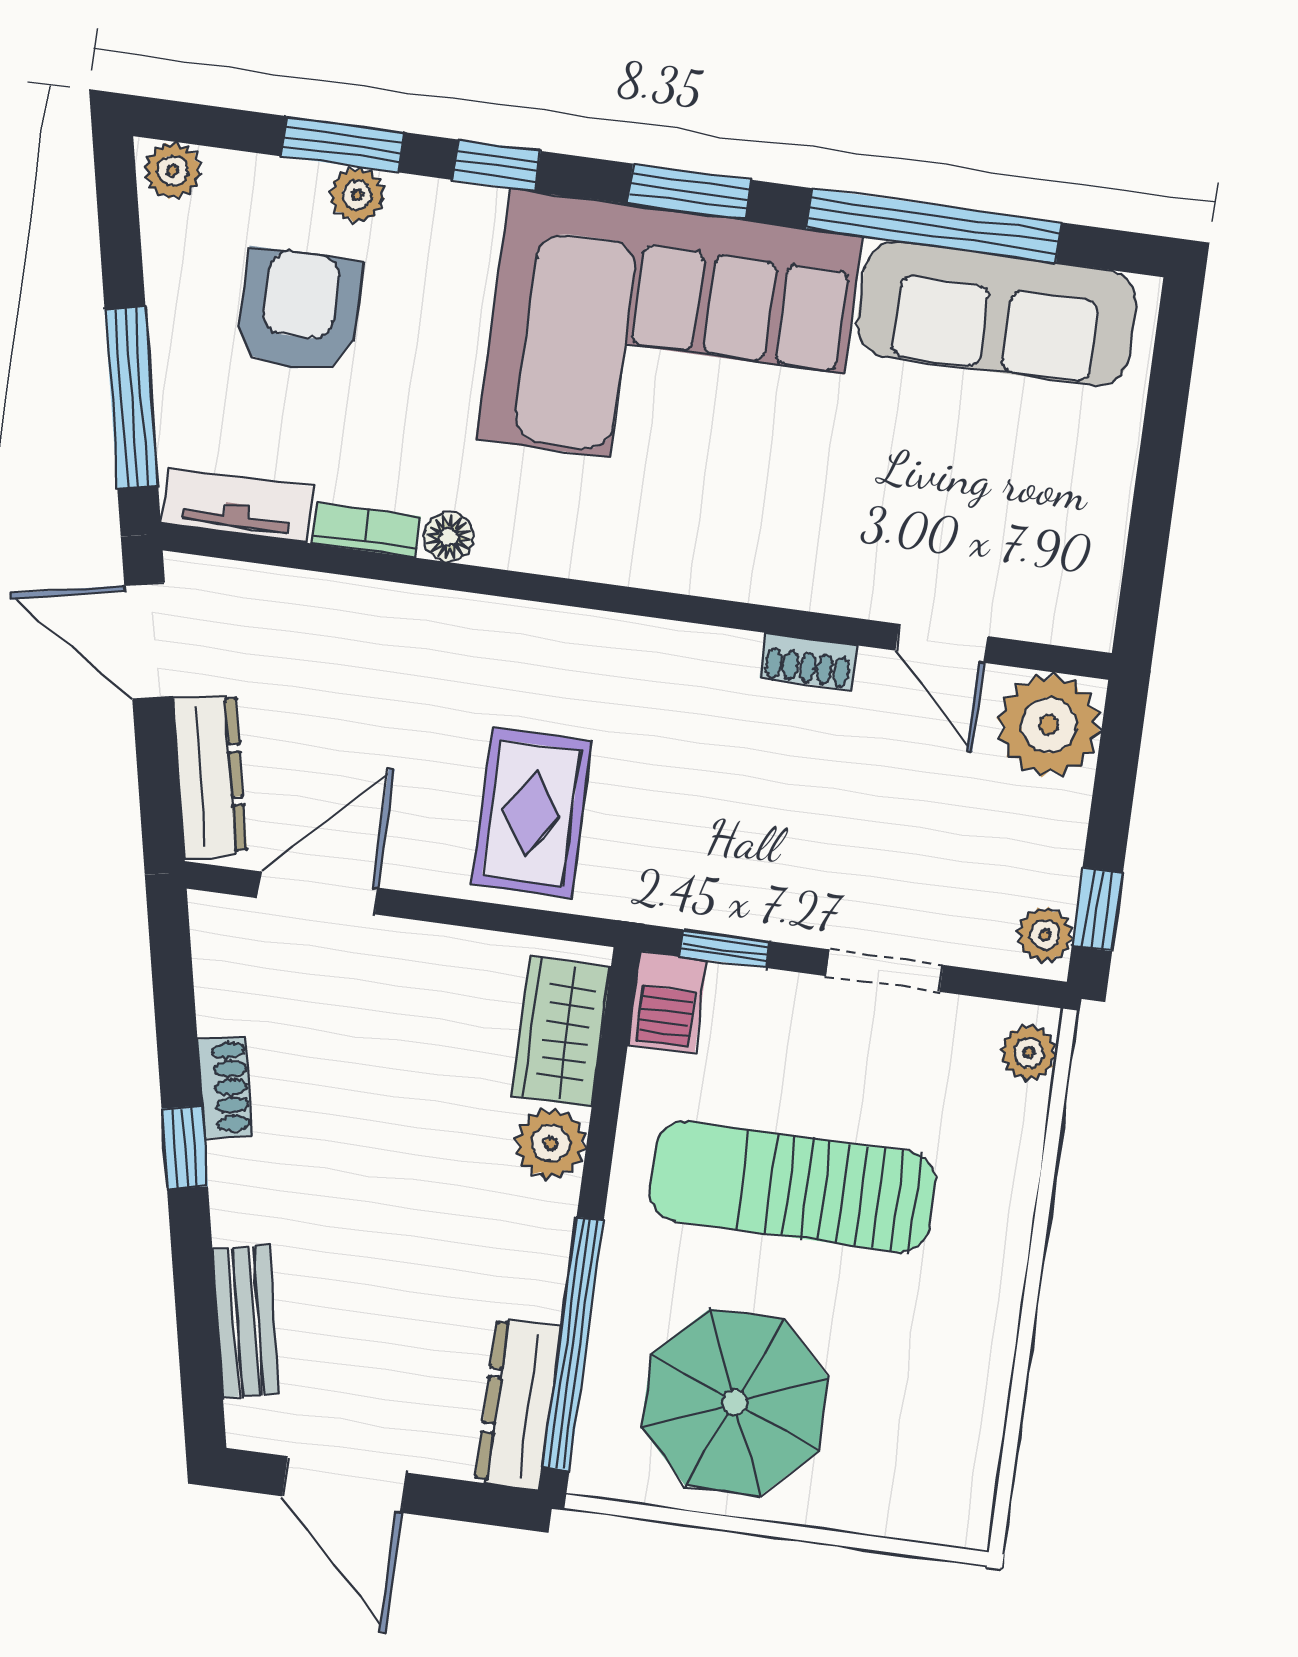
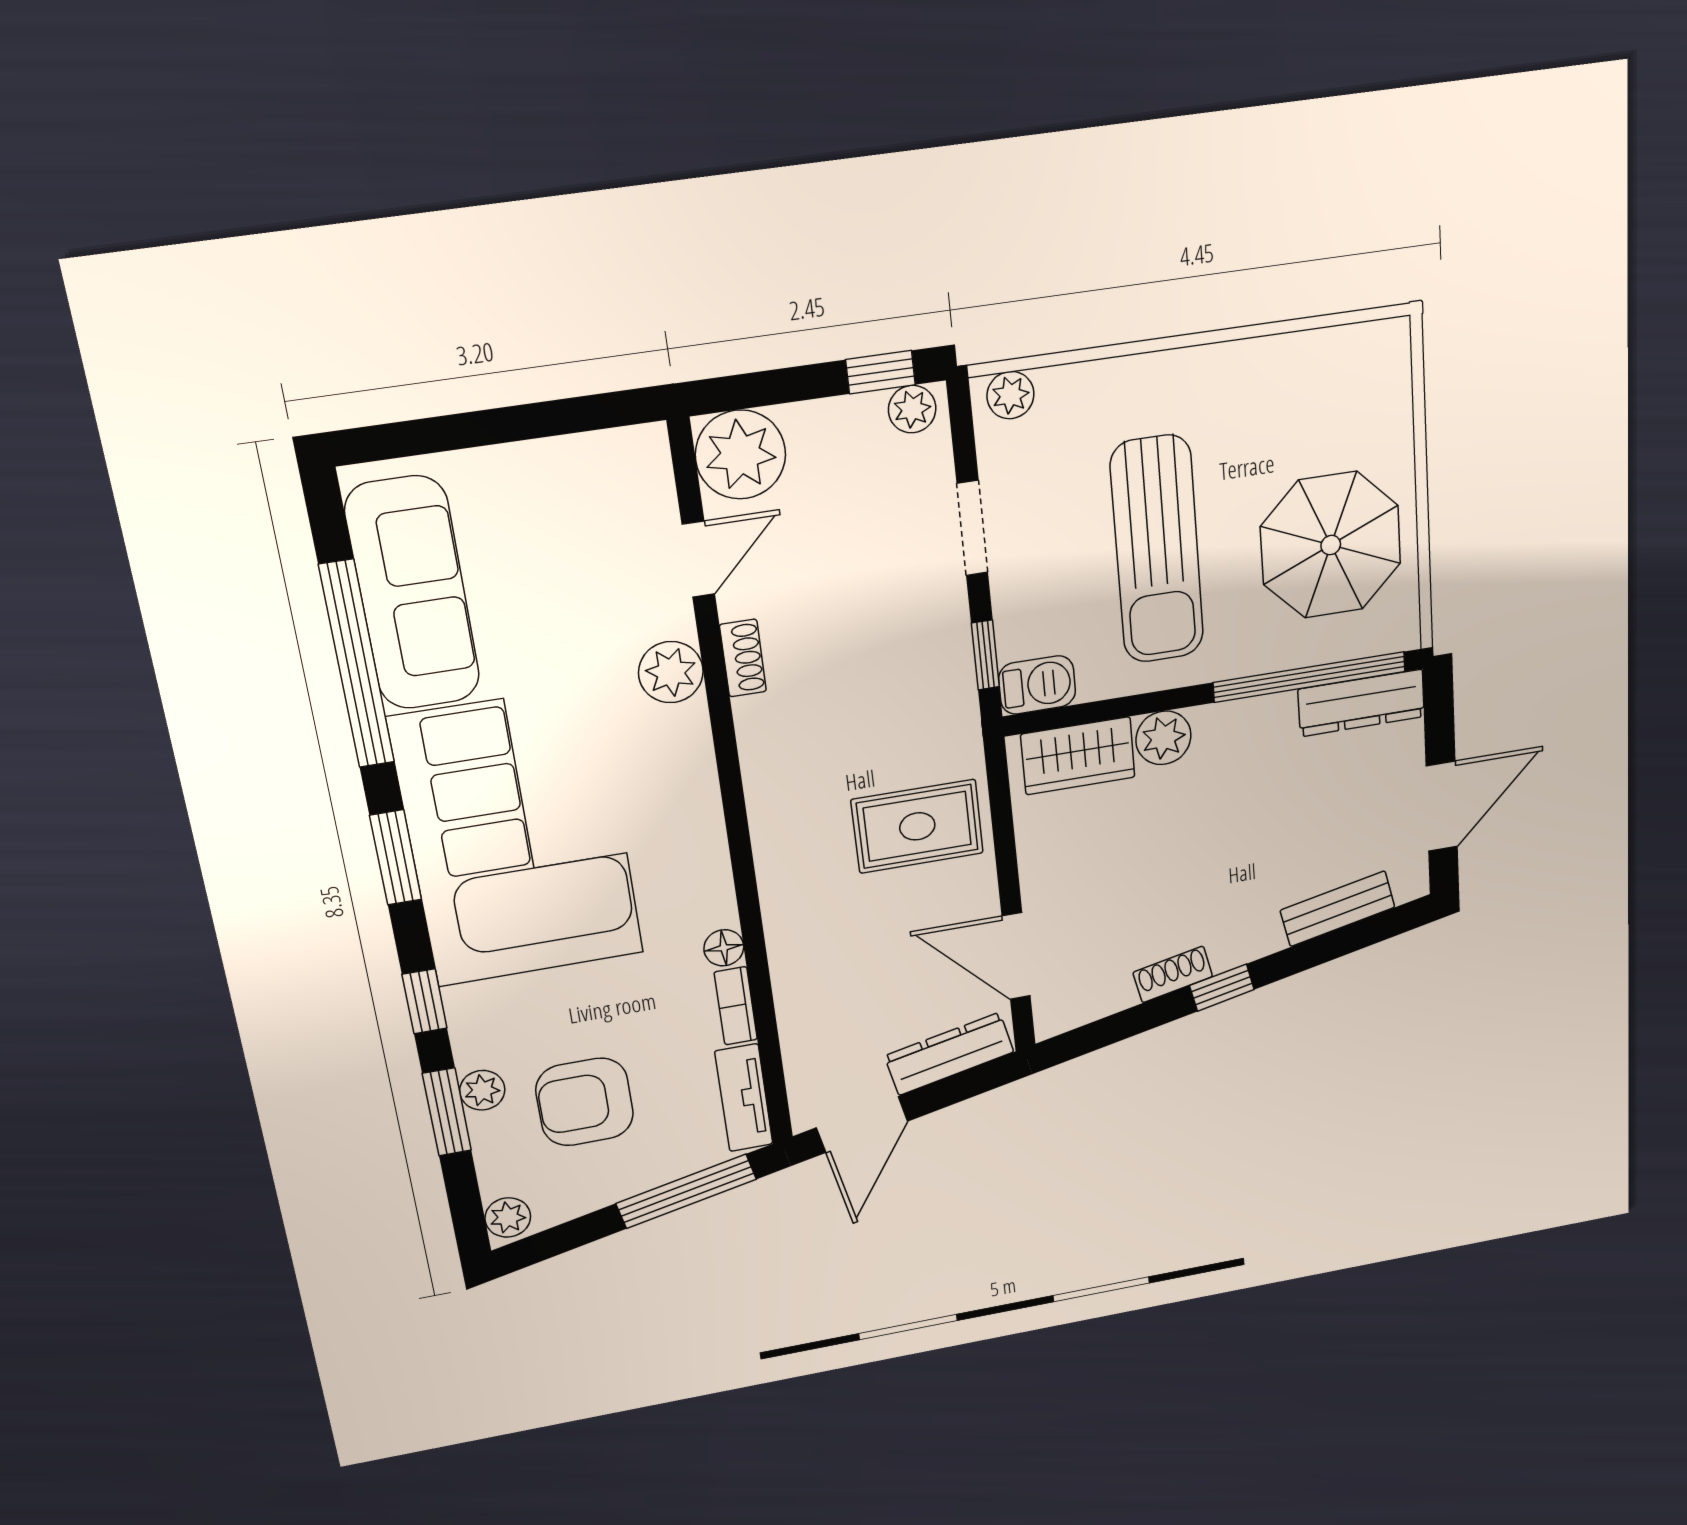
plant: (817, 574) -> (671, 672), added

